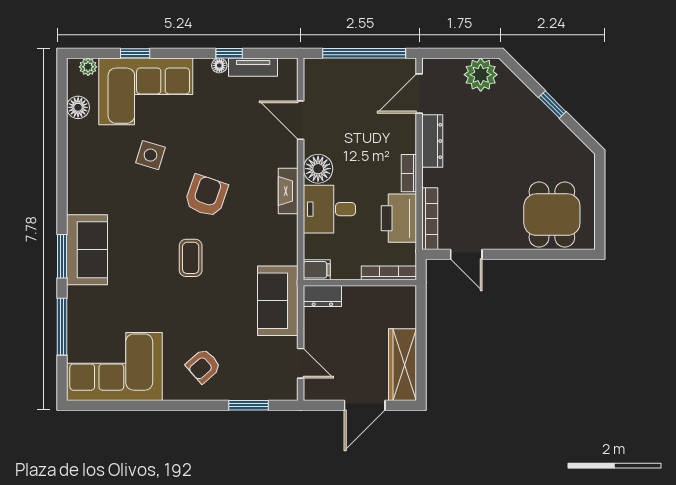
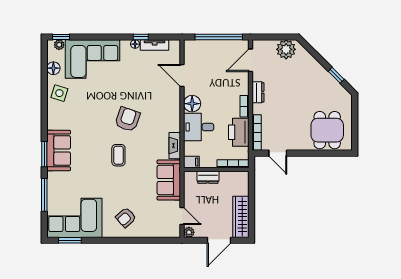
window: (135, 53) -> (61, 37), moved
window: (552, 104) -> (336, 75), moved
dresser: (432, 141) -> (258, 92), width x0.70
side table: (151, 155) -> (59, 93), moved
fireplace: (288, 191) -> (175, 146), moved
dresser: (322, 296) -> (208, 177), moved
plant: (313, 391) -> (189, 232), added
window: (249, 405) -> (70, 240), moved

